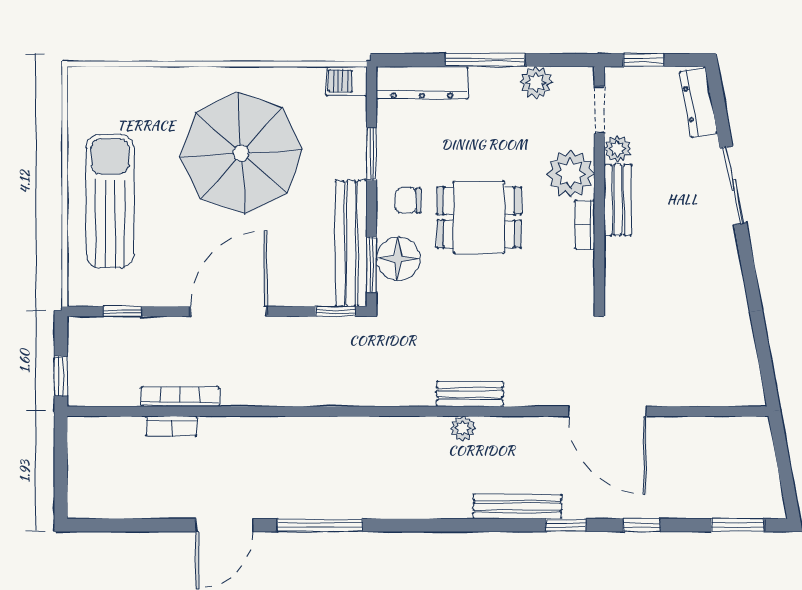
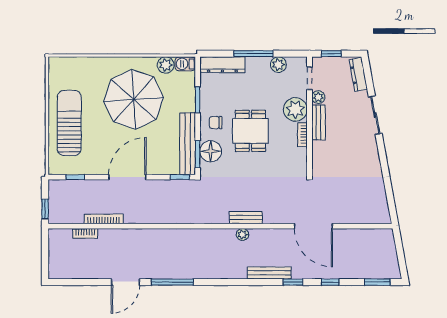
plant: (306, 83) -> (166, 65), added
dining table: (479, 217) -> (250, 131), turned 90
bookcase: (172, 426) -> (85, 233), moved

